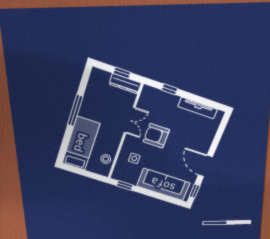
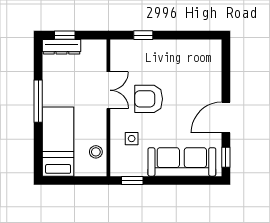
window: (122, 73) -> (65, 35), moved
dresser: (125, 84) -> (62, 47), moved
tv unit: (198, 108) -> (186, 46), removed
door: (205, 166) -> (226, 117), hinge flipped

